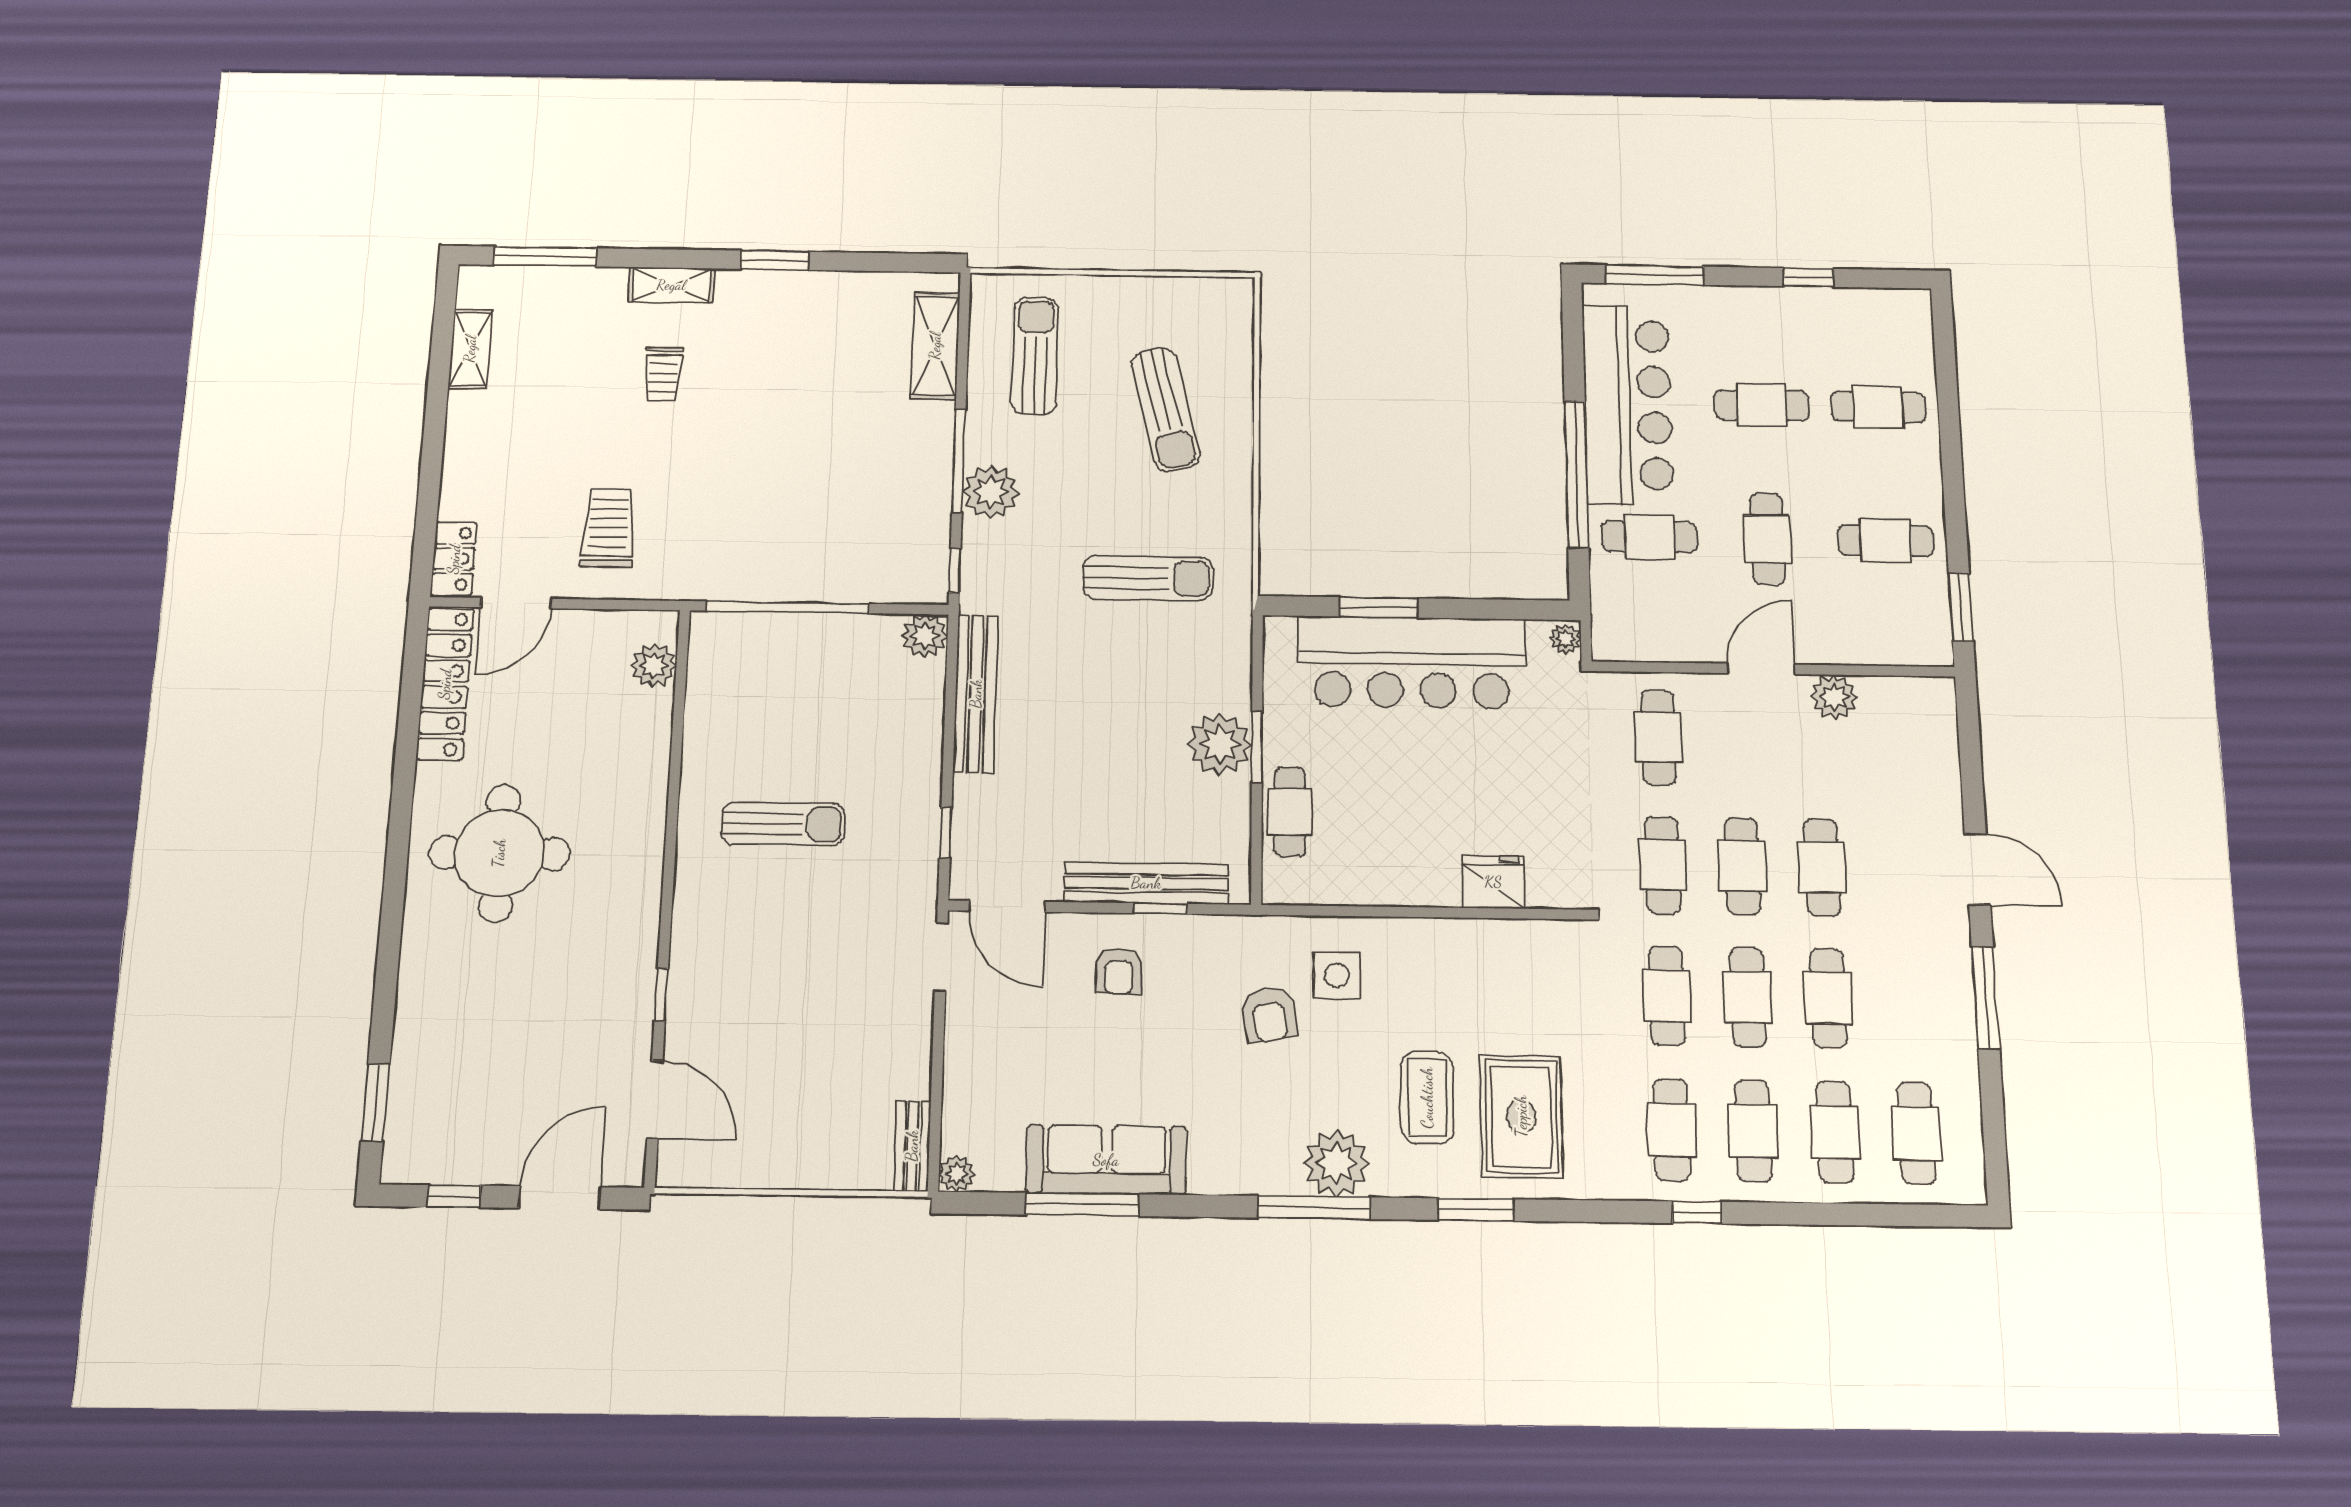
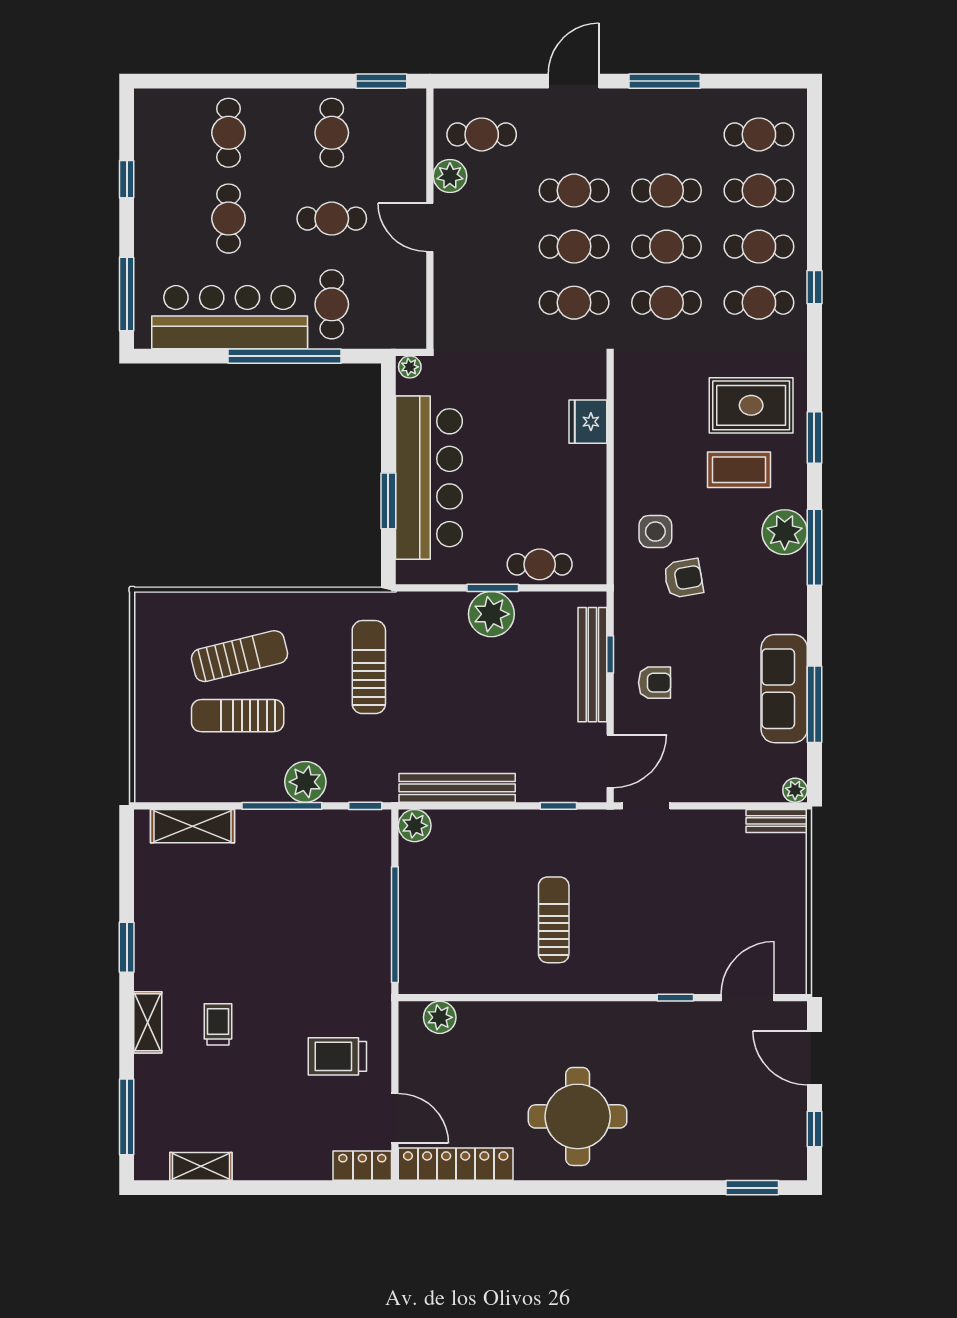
sun lounger: (1035, 356) -> (238, 716), moved
trolley: (663, 374) -> (218, 1024), turned -90
cafe table: (1658, 737) -> (482, 134), moved

